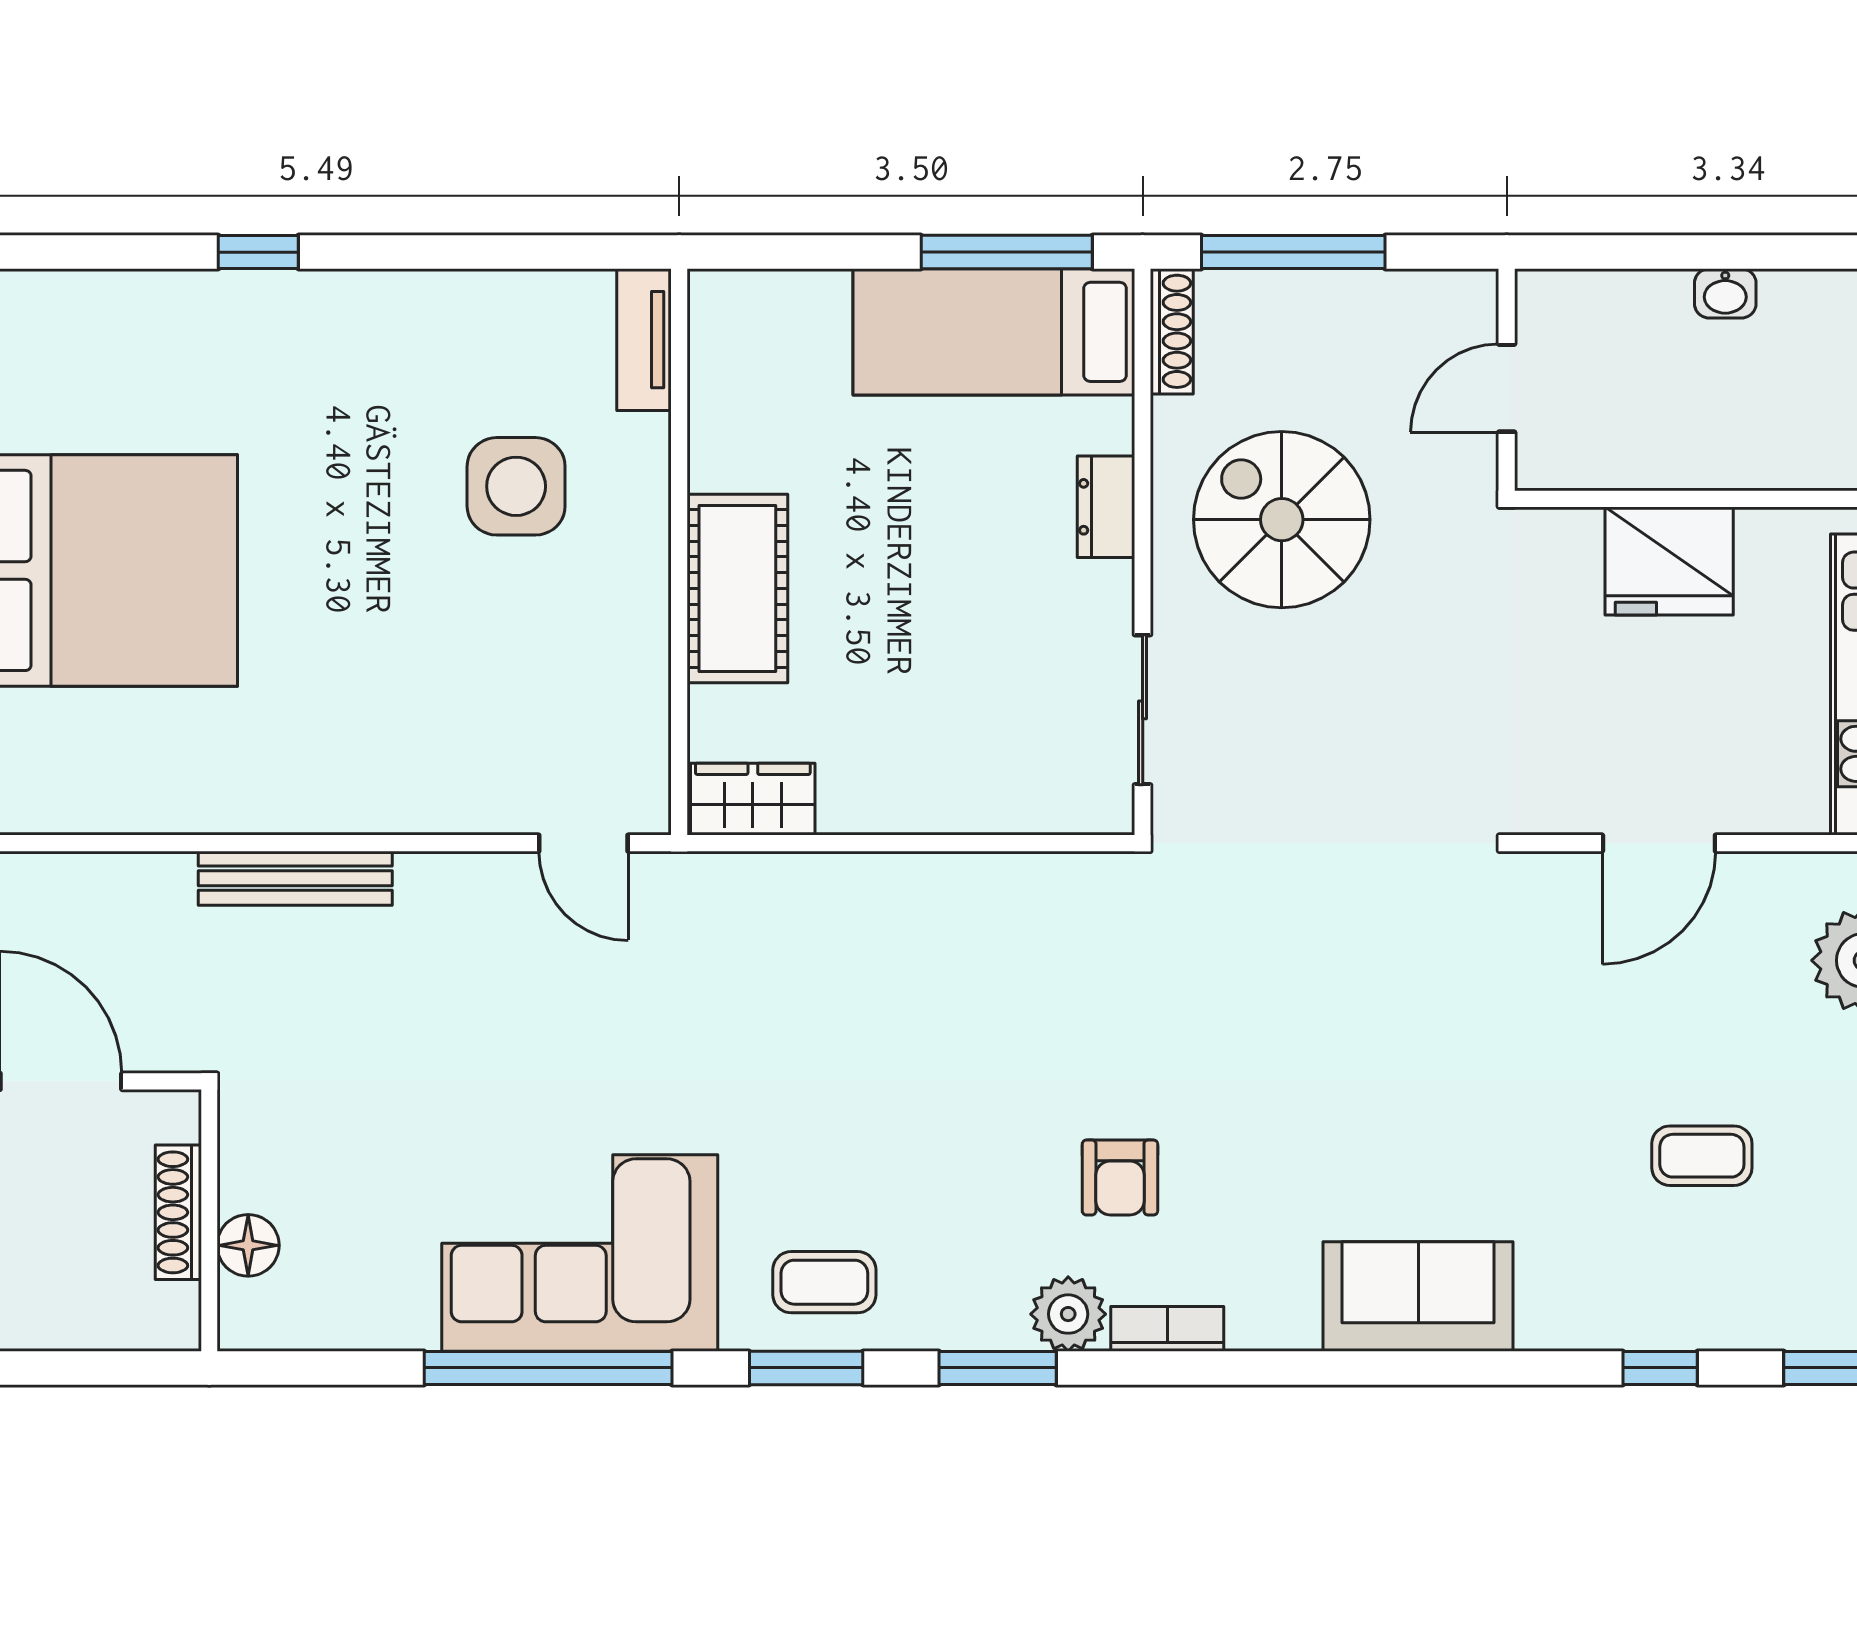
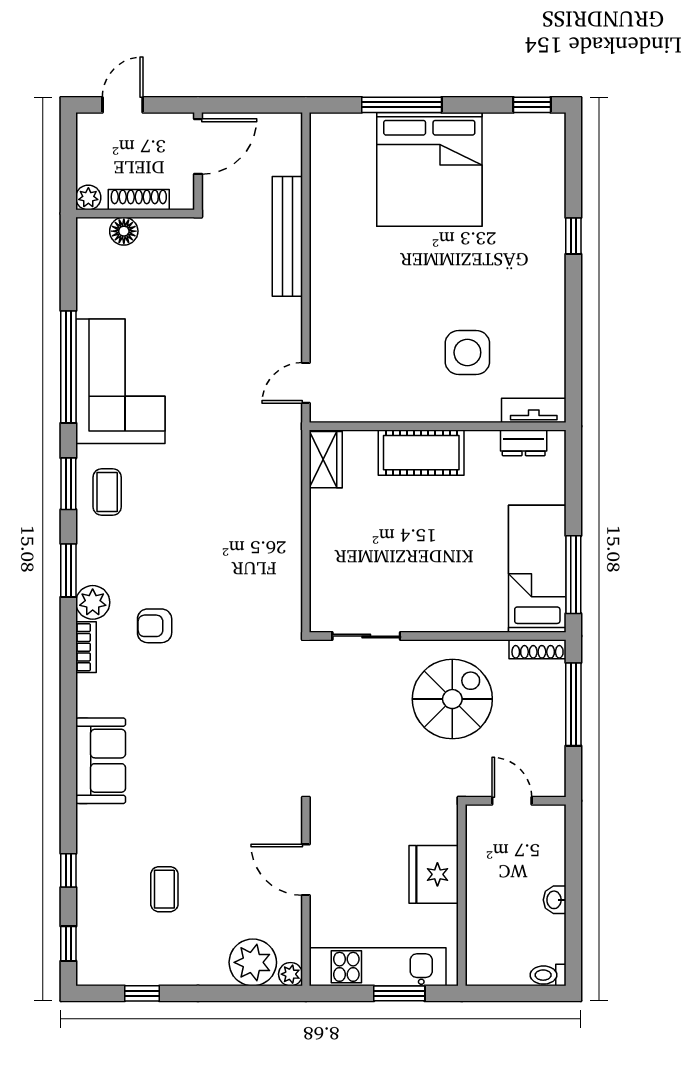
dresser: (1106, 507) -> (524, 443), moved, turned 180
bench: (295, 878) -> (287, 236), width x1.37, depth x1.21
plant: (174, 1324) -> (88, 198), added

